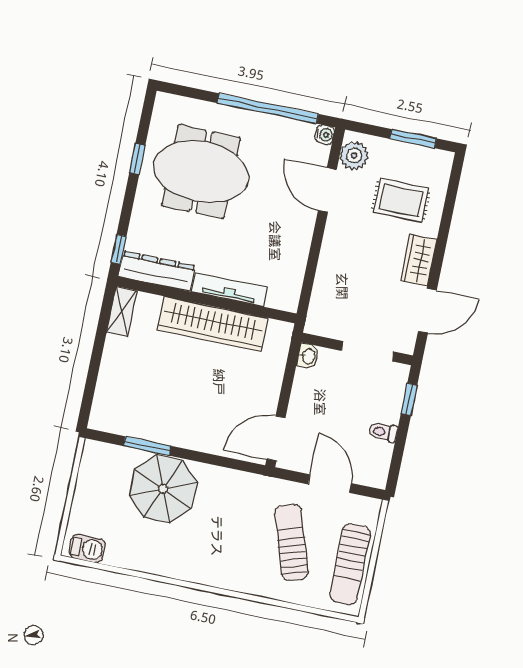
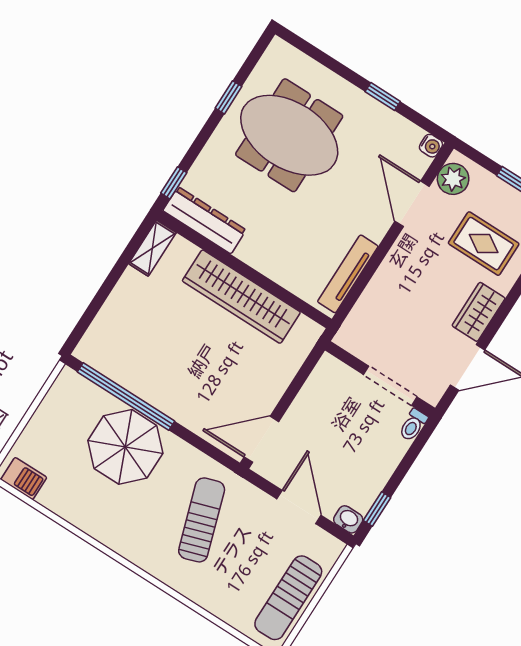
window: (268, 108) -> (383, 96), width x0.32
tv unit: (230, 290) -> (348, 274), moved, turned -90
washbasin: (308, 356) -> (348, 519), moved, turned -90
window: (409, 399) -> (377, 509), moved
toilet: (383, 432) -> (413, 425), moved, turned -90
window: (147, 446) -> (126, 397), width x2.11
sun lounger: (292, 542) -> (202, 520), moved

